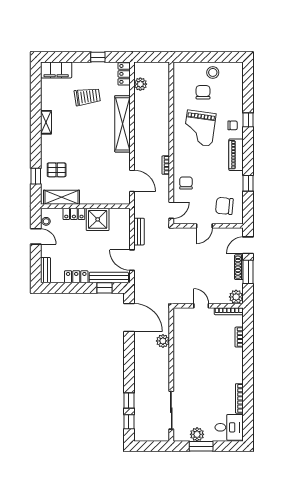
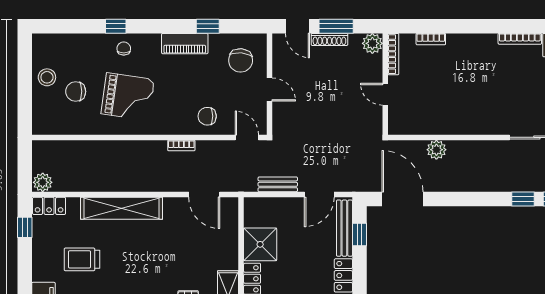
window: (98, 57) -> (25, 227), moved
plant: (140, 84) -> (43, 182), moved
trolley: (87, 97) -> (82, 259), turned -82
piano: (236, 155) -> (185, 44), moved
door: (132, 181) -> (204, 194), swing flipped
door: (201, 306) -> (385, 94), hinge flipped
door: (129, 318) -> (403, 199), hinge flipped

